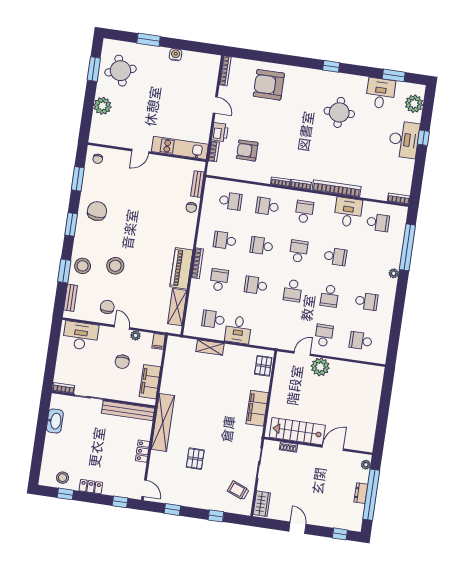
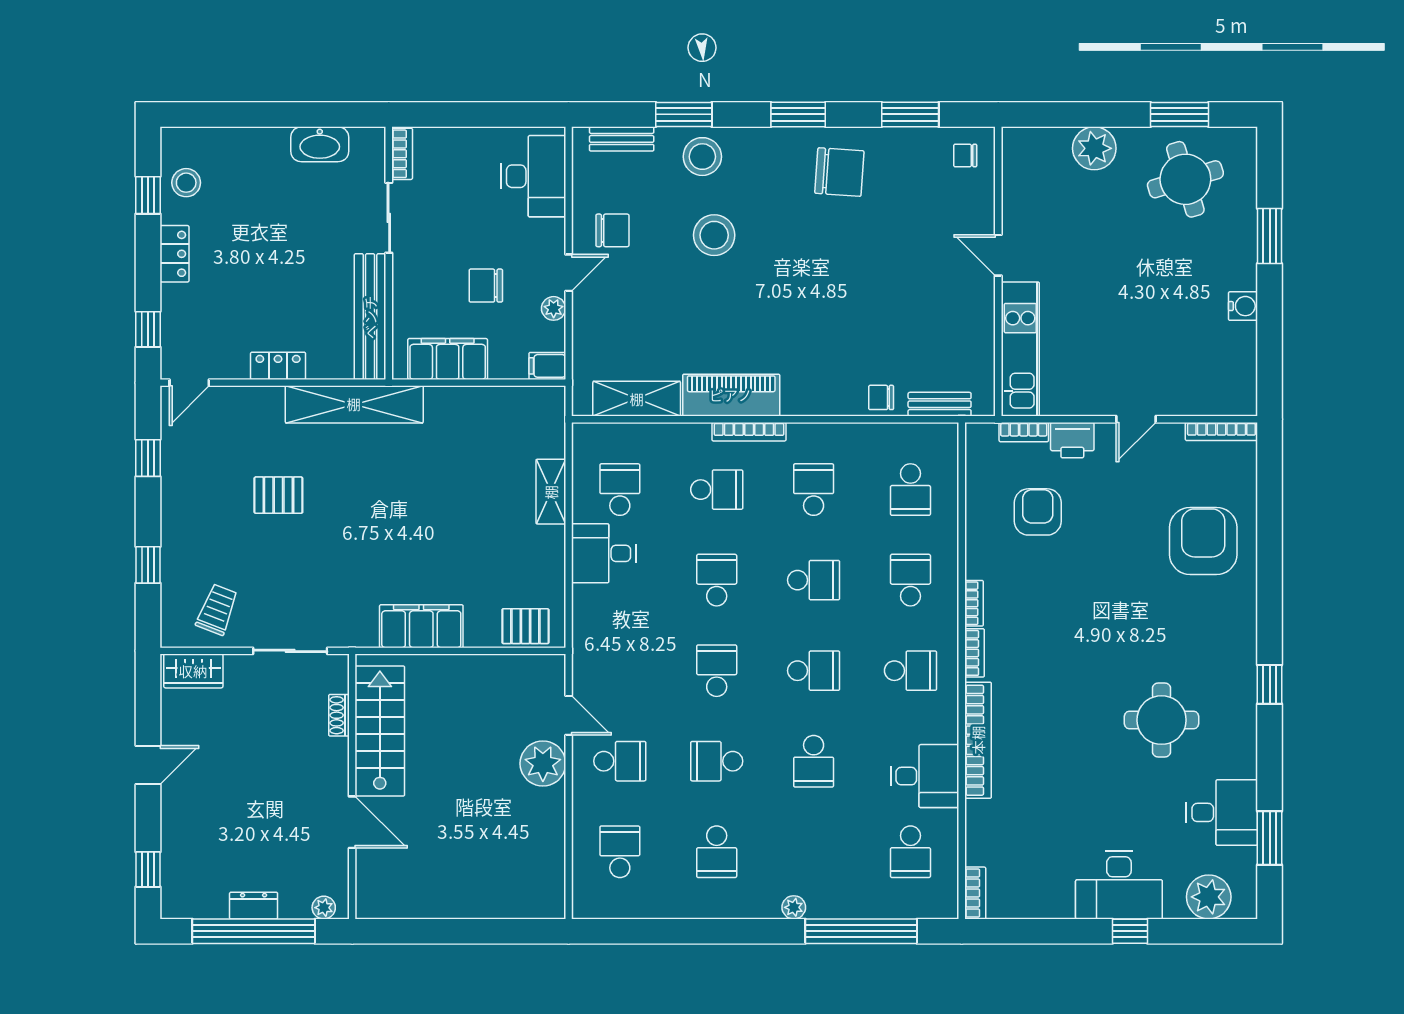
school desk: (262, 246) -> (814, 580), turned 90
school desk: (293, 291) -> (717, 671), turned 90

